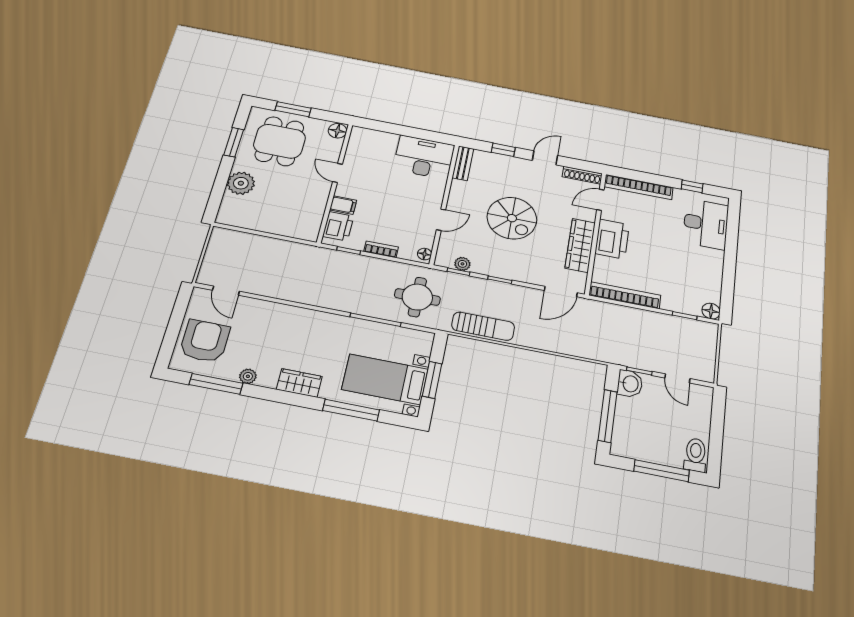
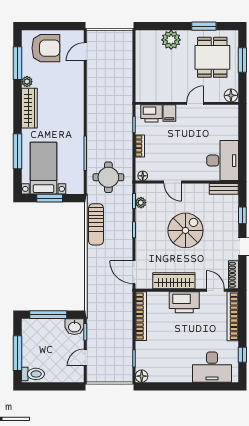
dining table: (279, 141) -> (212, 57), turned 90
spiral stairs: (512, 218) -> (185, 230), turned 180
wardrobe: (299, 383) -> (29, 108), width x1.50

